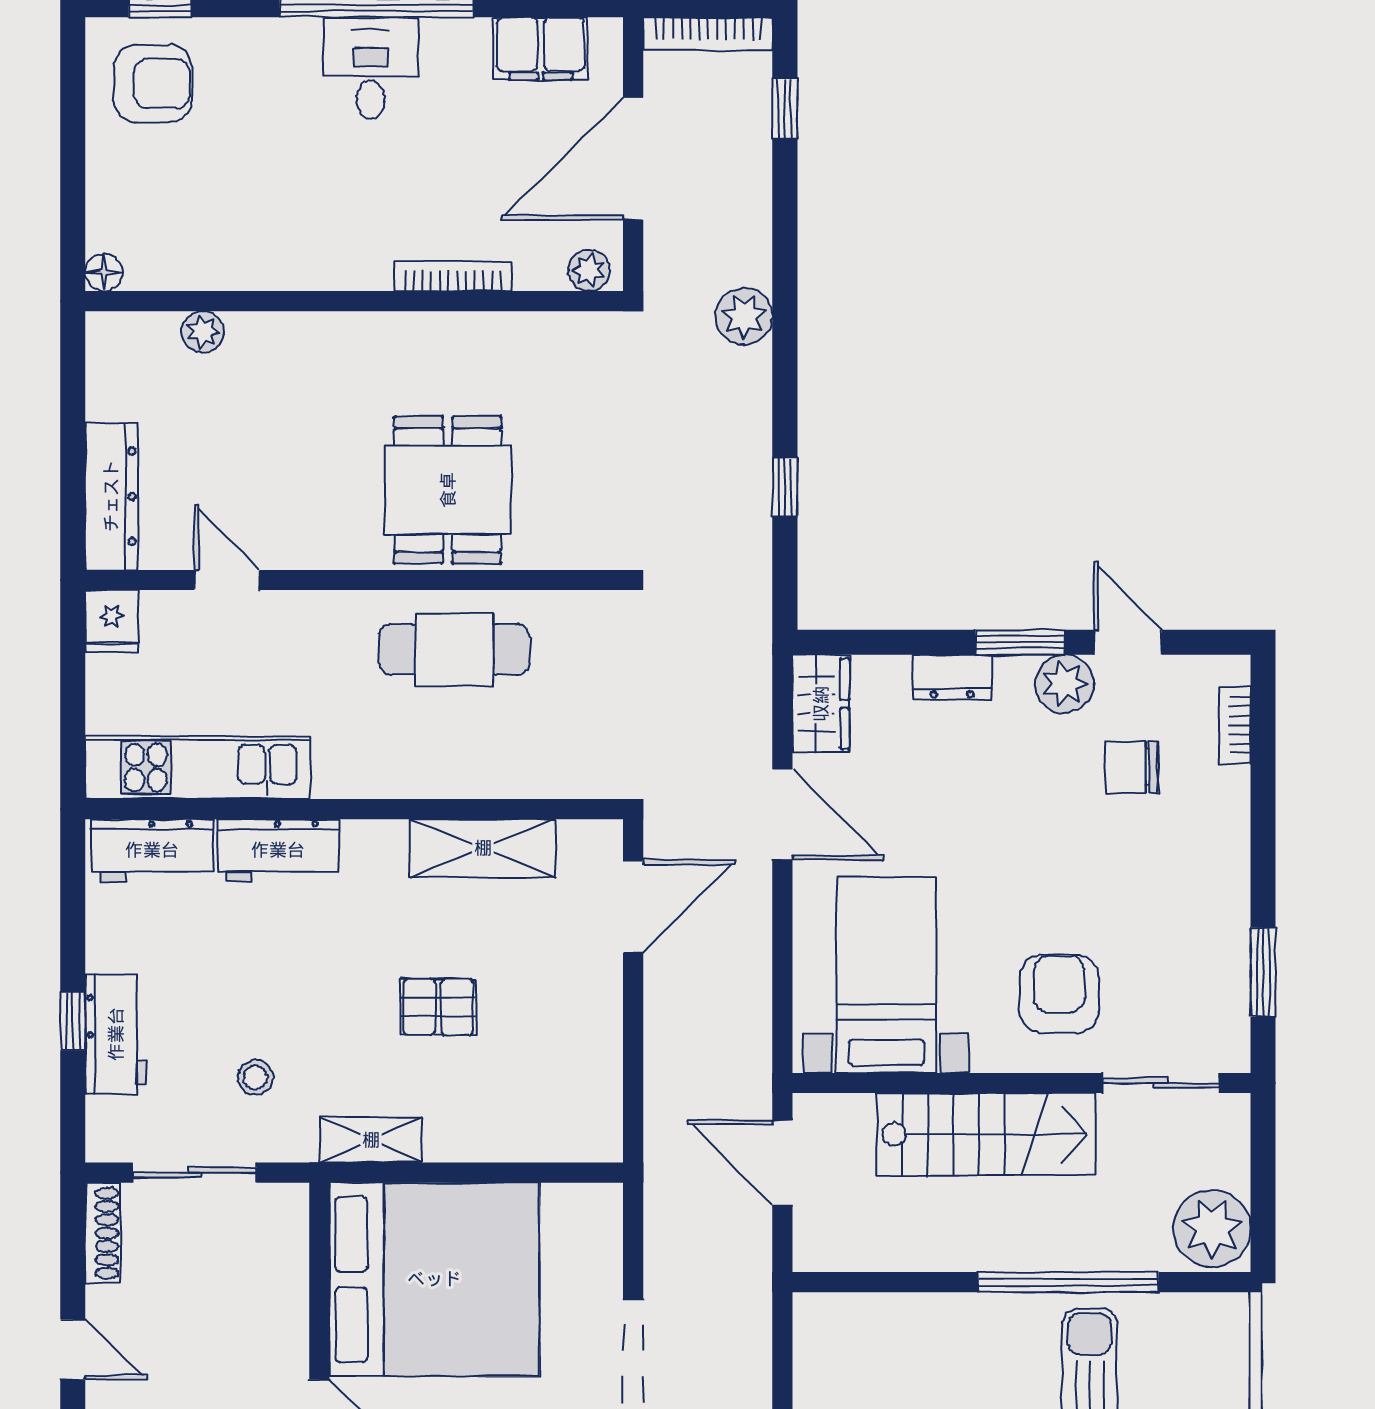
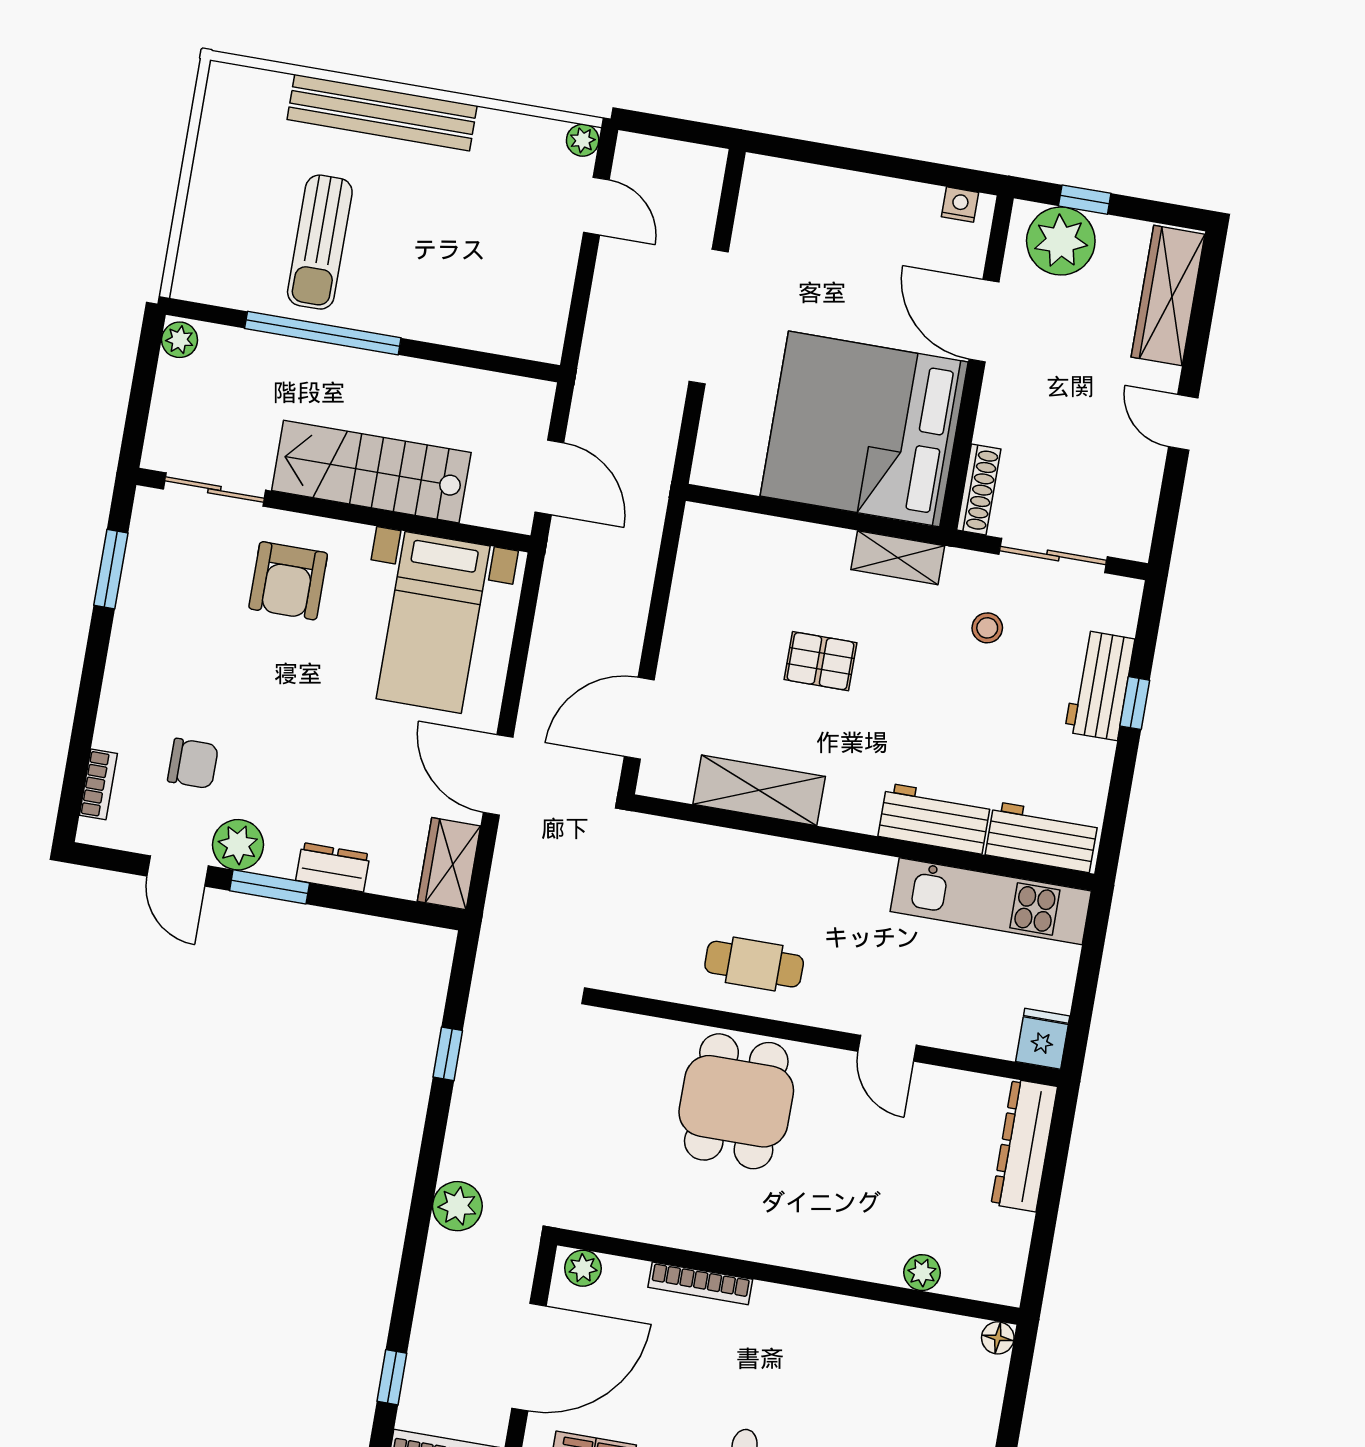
door: (227, 580) -> (887, 1048), moved
cafe table: (454, 650) -> (754, 964), width x0.73, depth x0.74
plant: (1212, 1228) -> (180, 340), width x0.53, depth x0.53
shoe rack: (102, 1233) -> (979, 490), moved, turned 180

